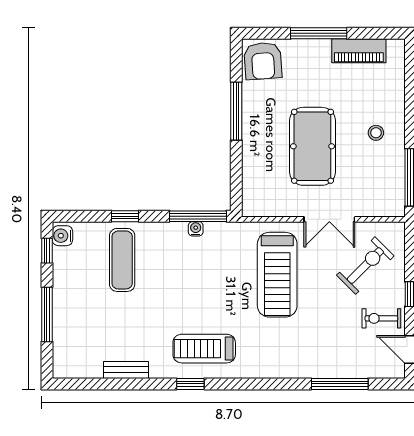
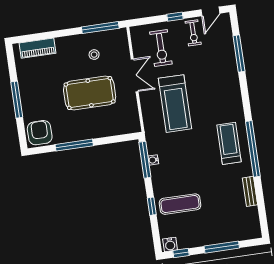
piano: (359, 51) -> (37, 48), moved, turned 90
armchair: (263, 61) -> (40, 133), turned -86
stool: (376, 133) -> (94, 55), moved
exercise bike: (365, 266) -> (161, 48), turned -135
treadmill: (277, 275) -> (175, 104), turned 90
treadmill: (204, 349) -> (229, 143), turned 180
window: (190, 384) -> (253, 149), width x3.17

